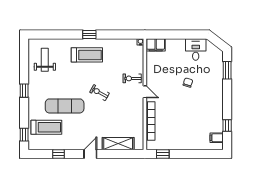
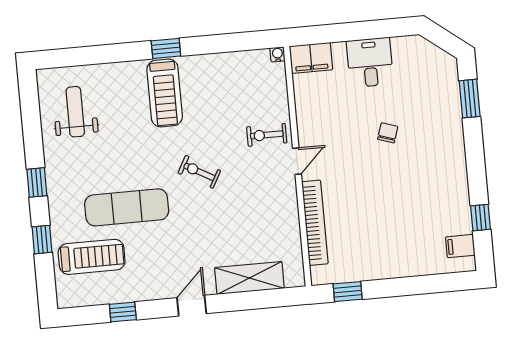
desk: (196, 49) -> (370, 62), moved
treadmill: (87, 55) -> (165, 93), turned 90
door: (145, 92) -> (297, 161), hinge flipped
window: (24, 135) -> (42, 240), moved

